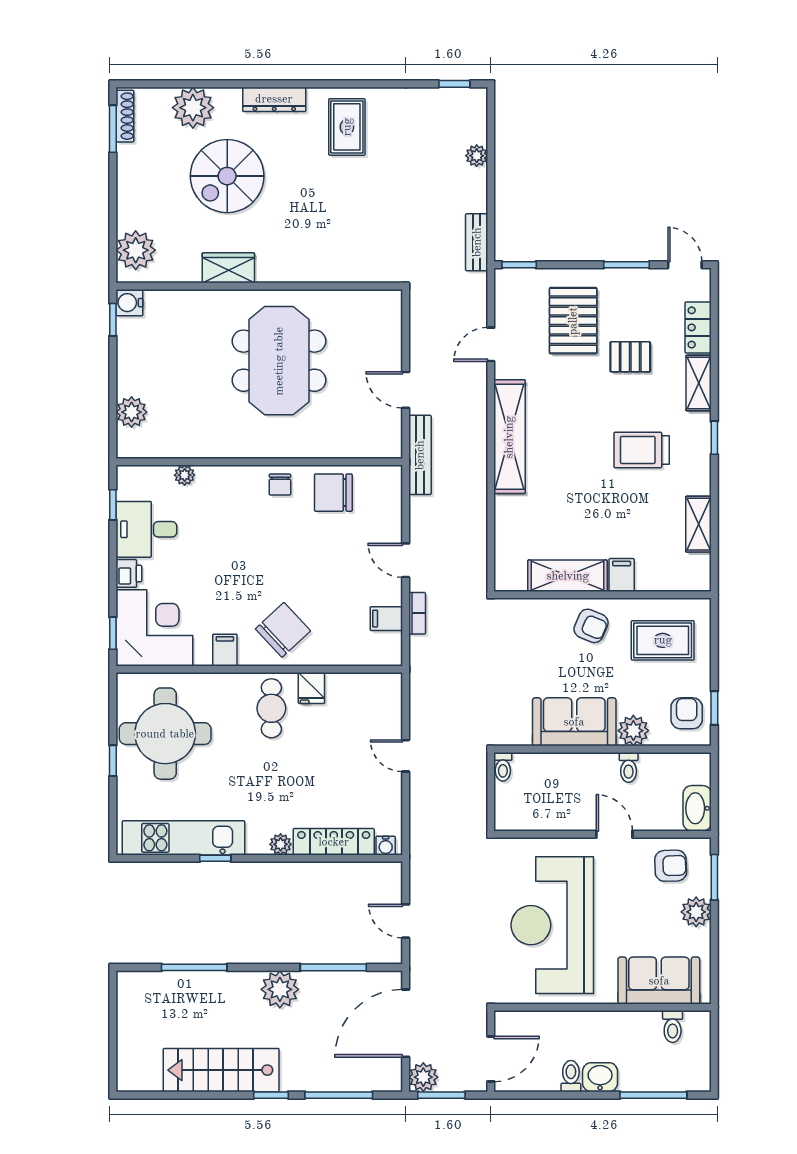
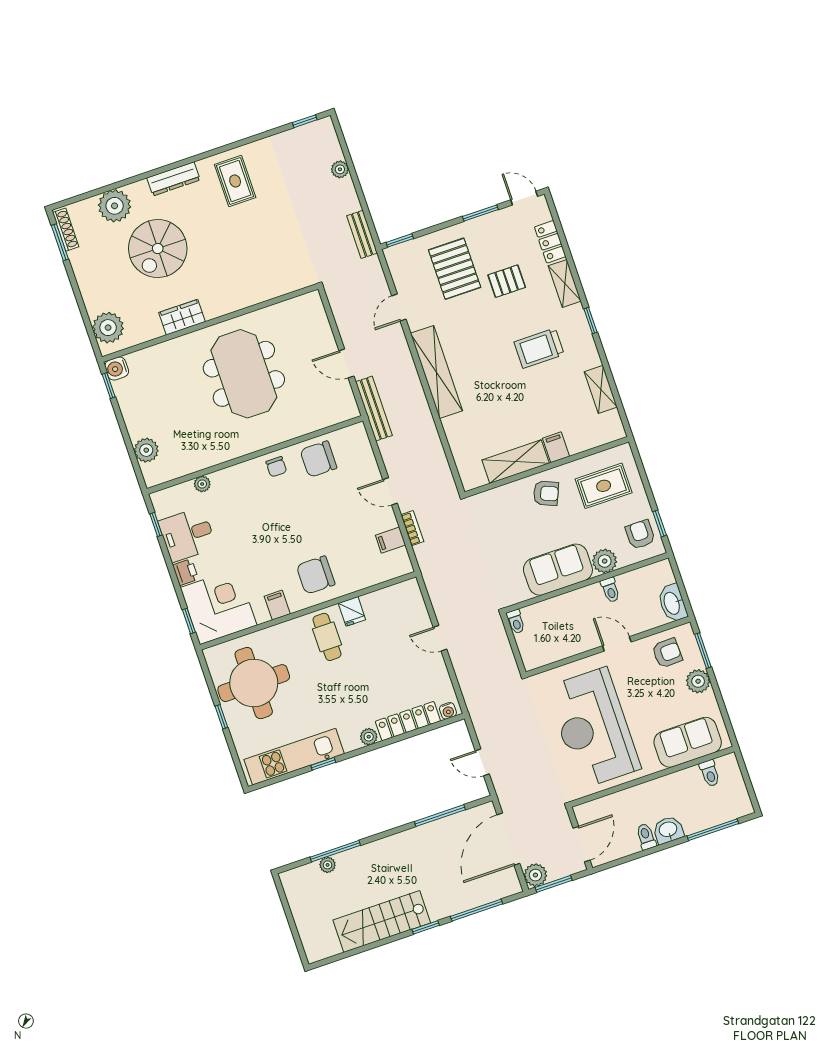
chair: (283, 630) -> (316, 575), turned -137
plant: (280, 989) -> (328, 865), moved, width x0.53, depth x0.53

